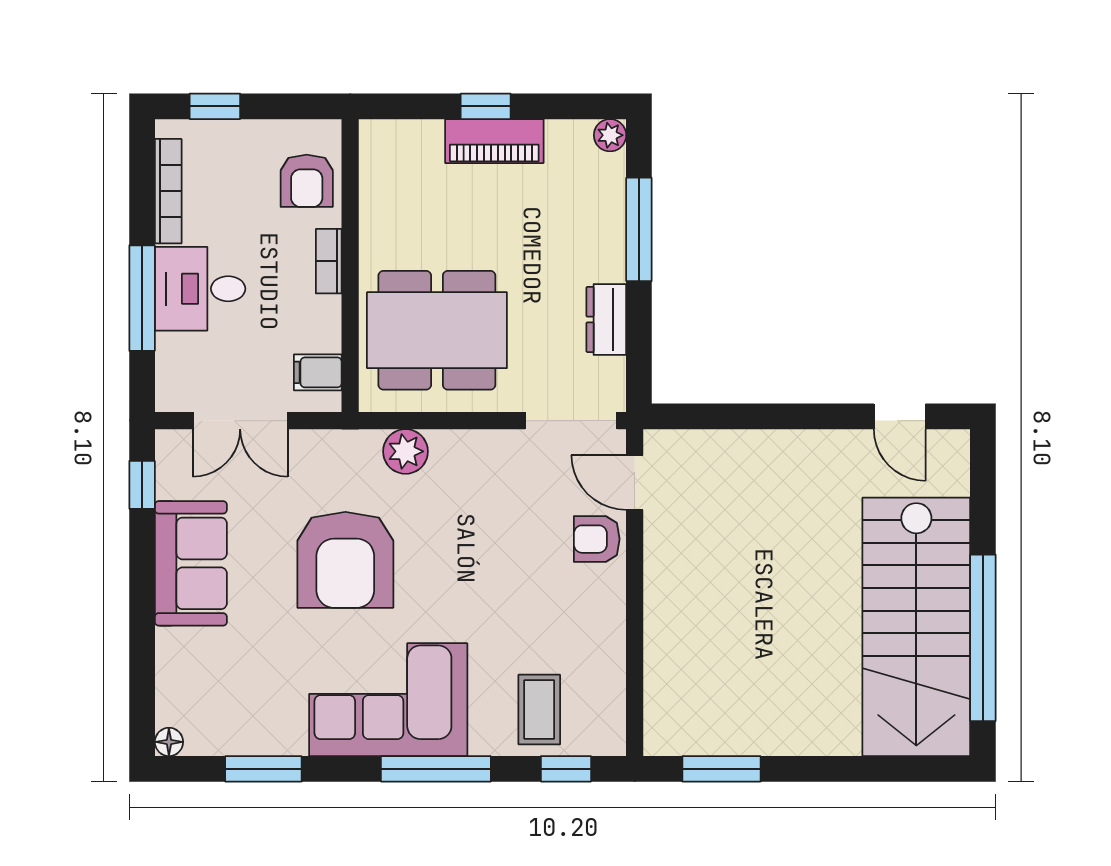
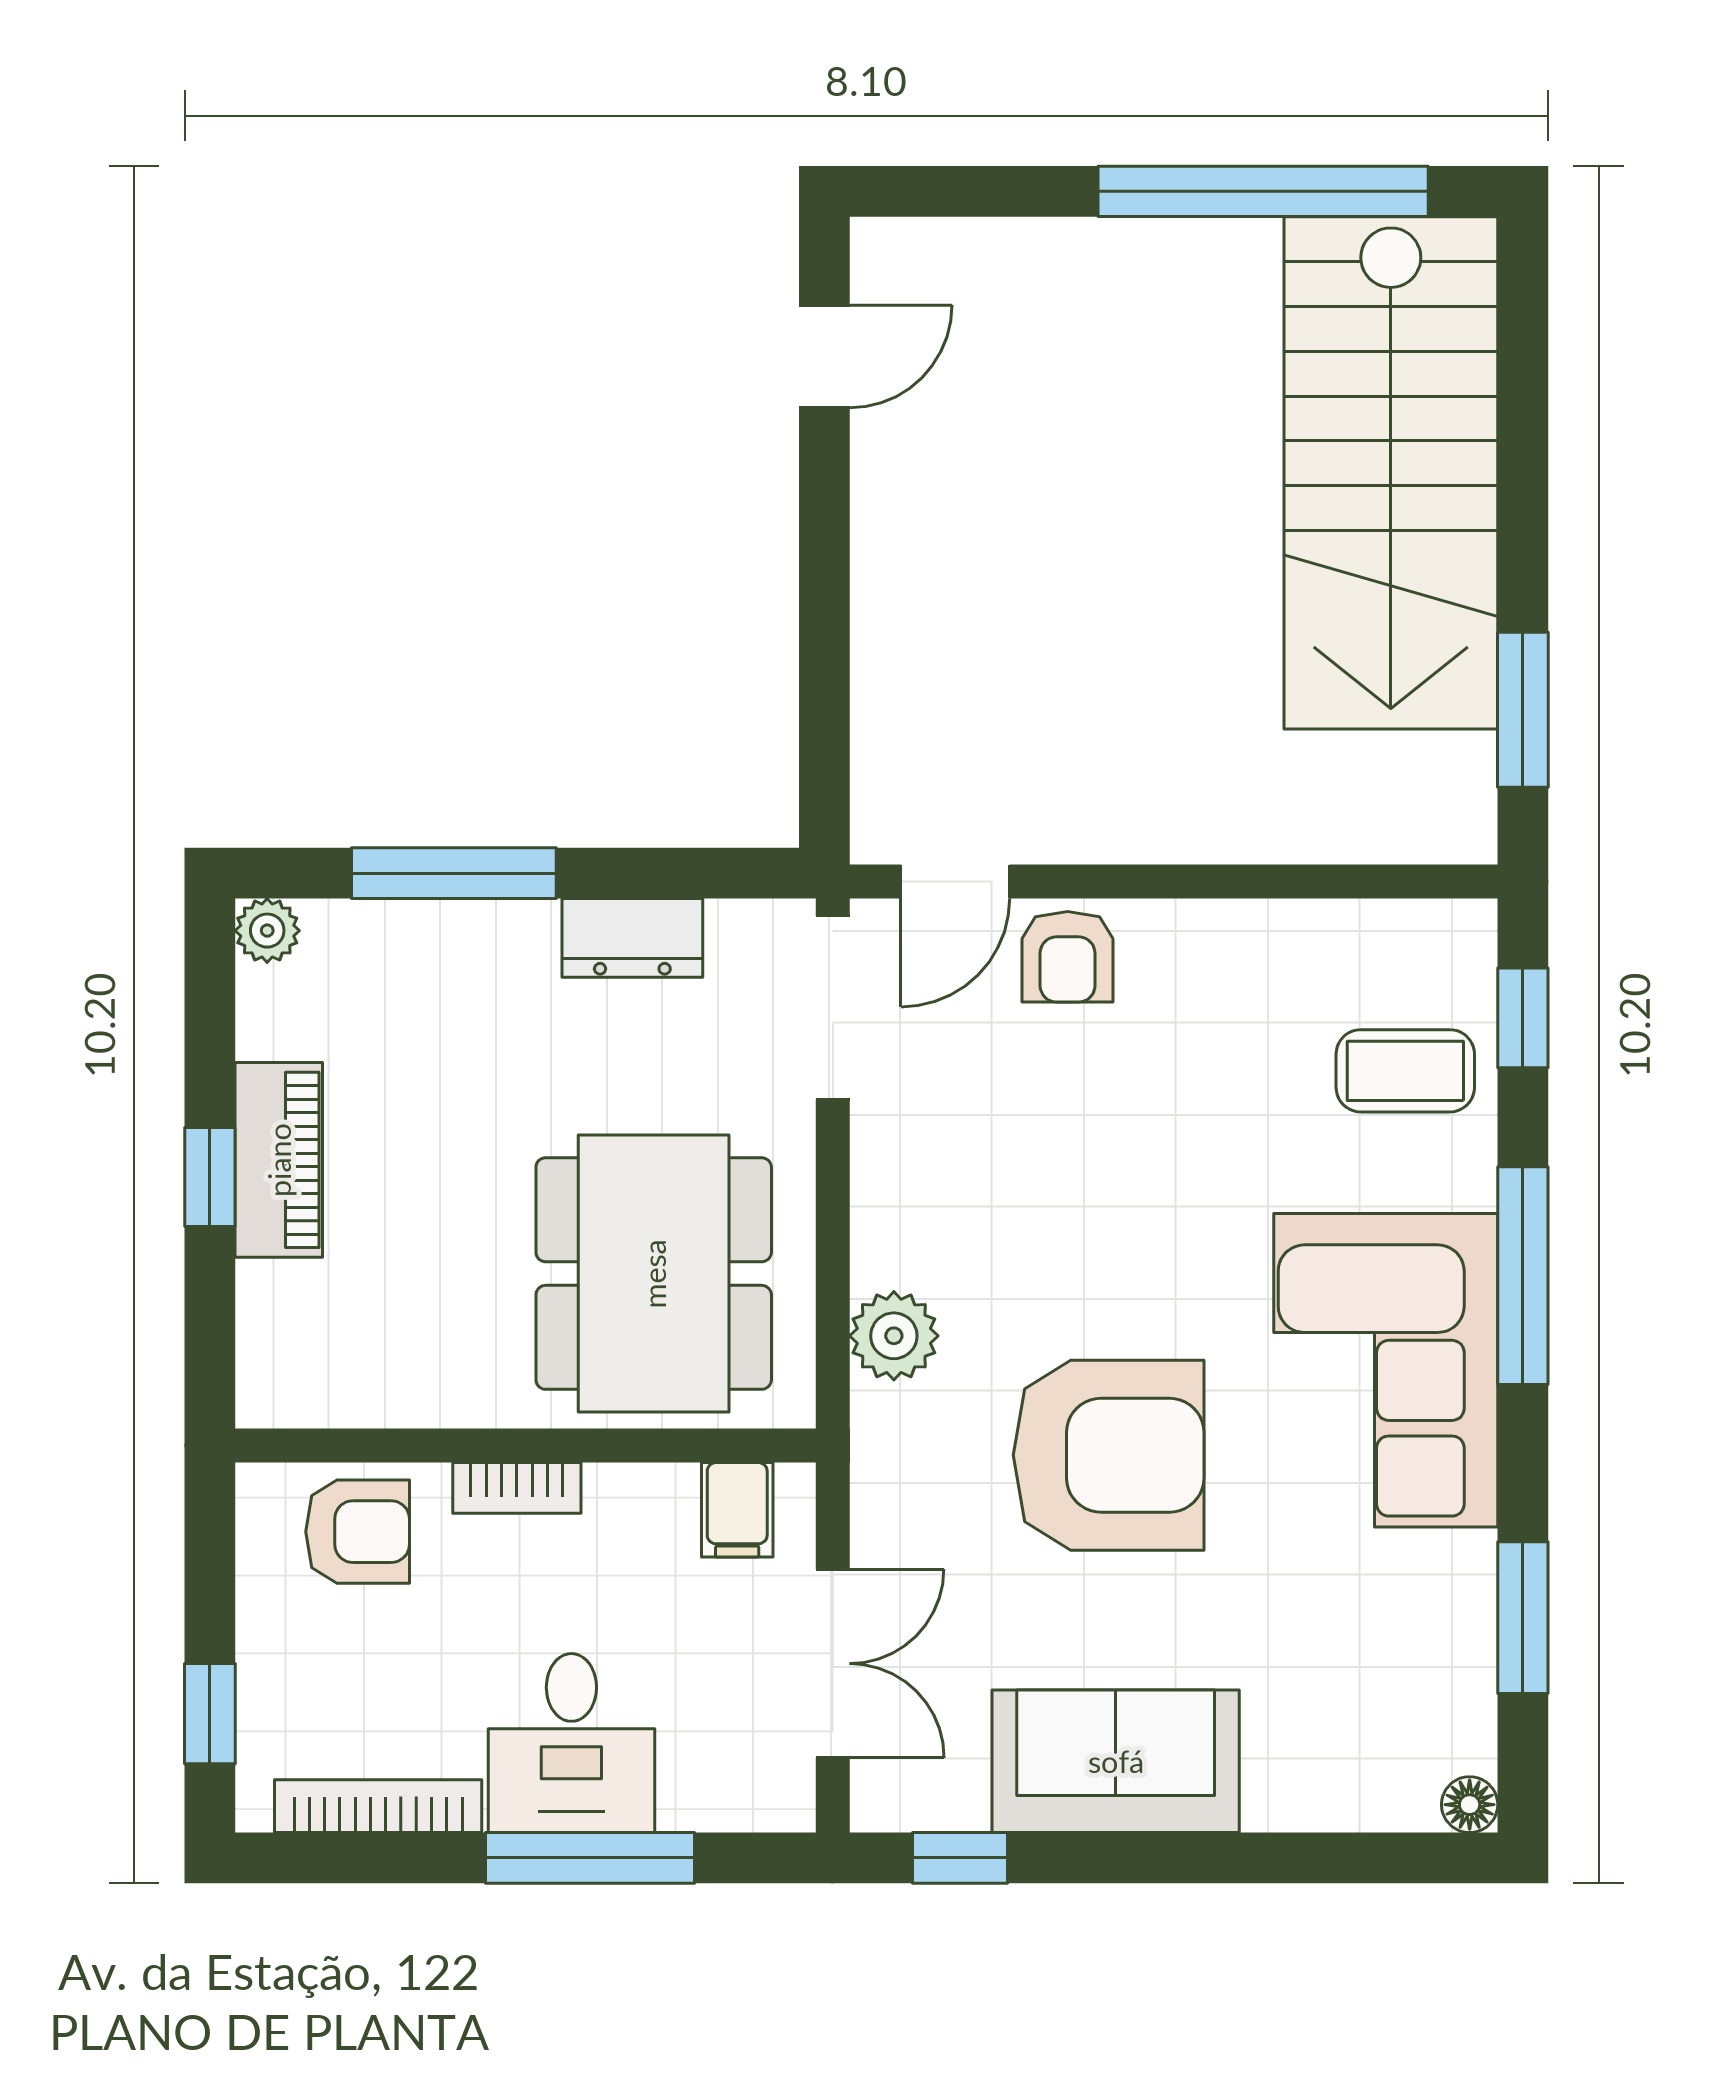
stairs: (916, 627) -> (1391, 473), moved, turned 90

